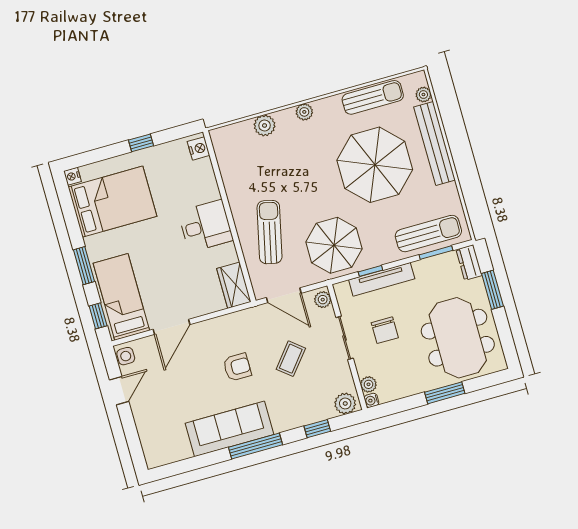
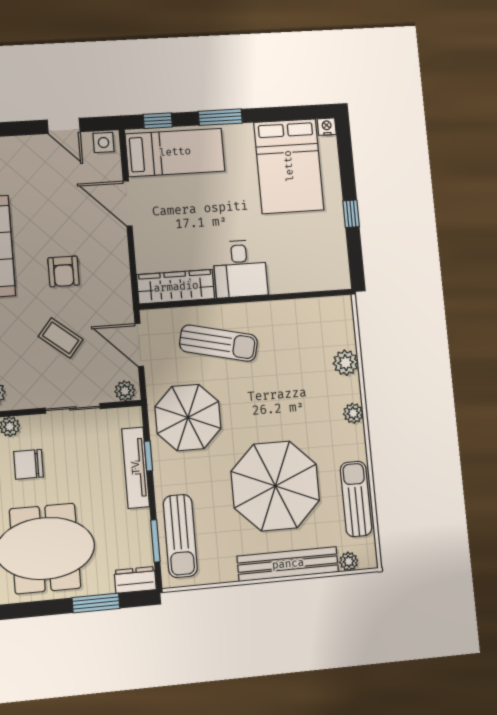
sun lounger: (373, 97) -> (356, 499), turned 180
nightstand: (199, 148) -> (333, 279), removed
wardrobe: (234, 285) -> (176, 287), width x1.50
door: (284, 295) -> (139, 345), hinge flipped
chair: (385, 330) -> (28, 464), moved

